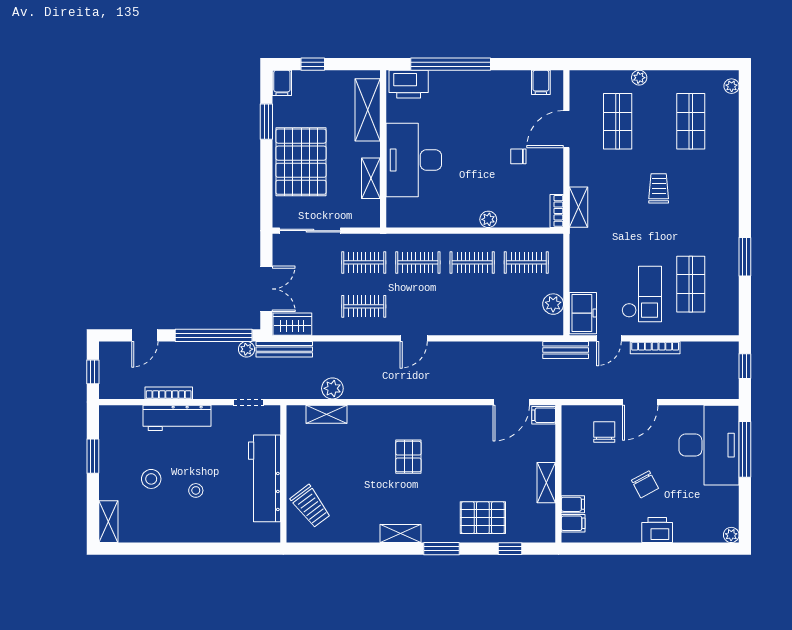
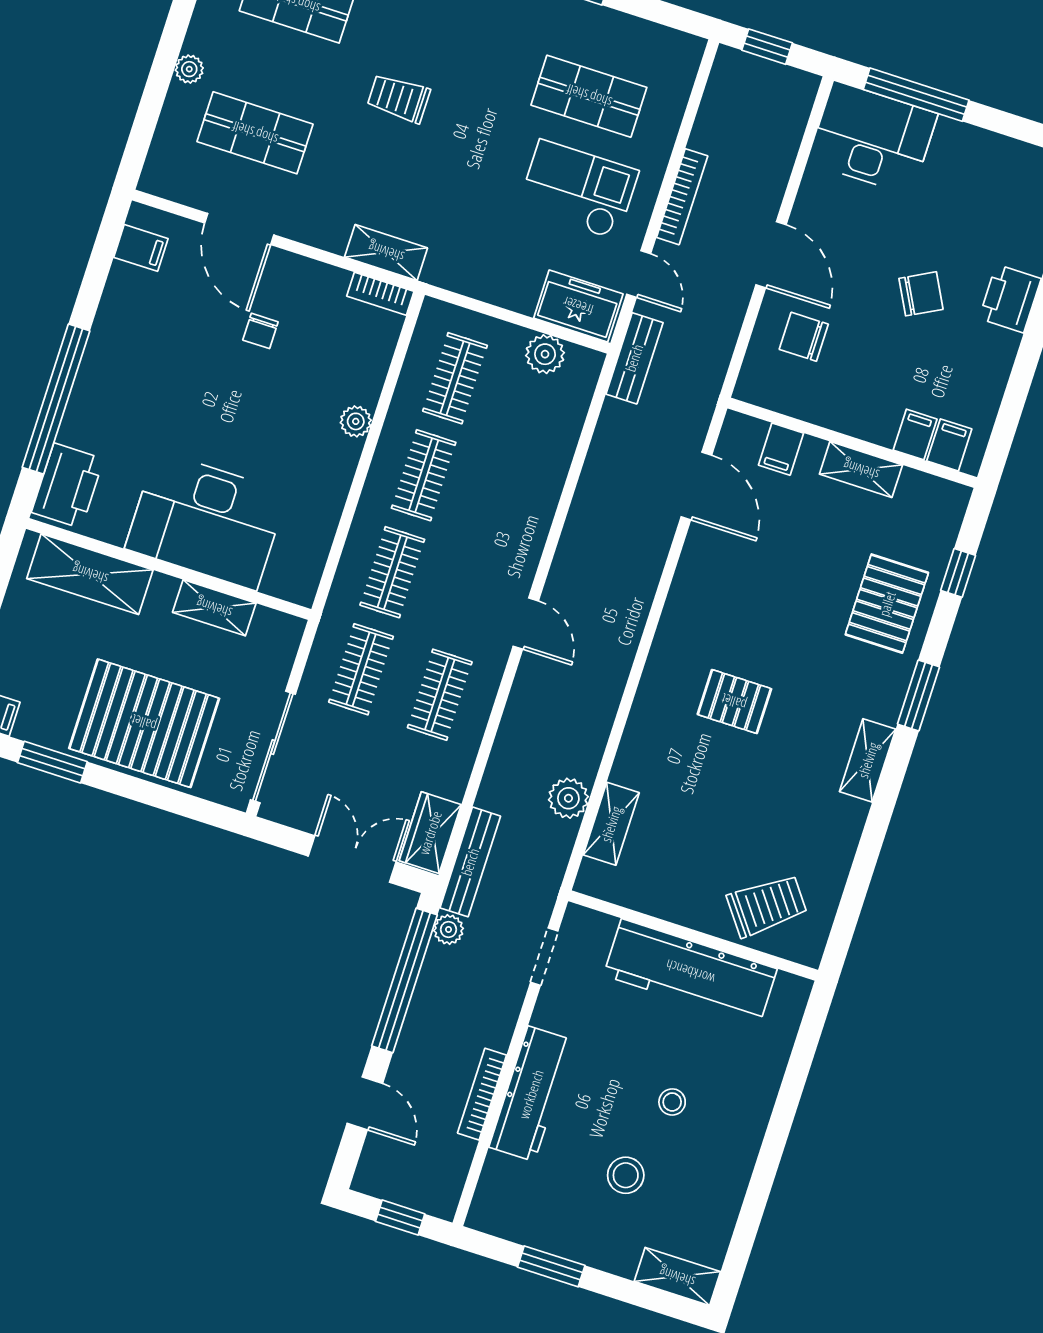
filing cabinet: (544, 415) -> (781, 449), moved
desk: (709, 445) -> (873, 138), width x0.73, depth x0.77

